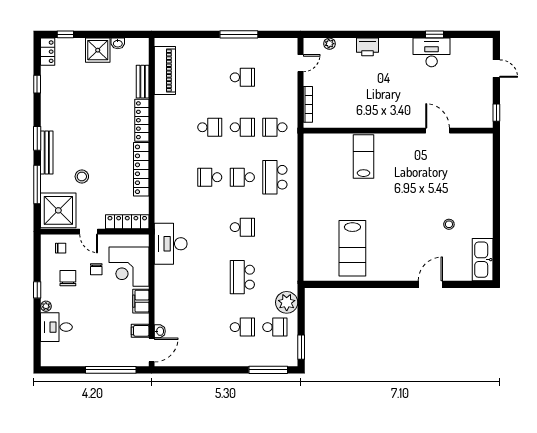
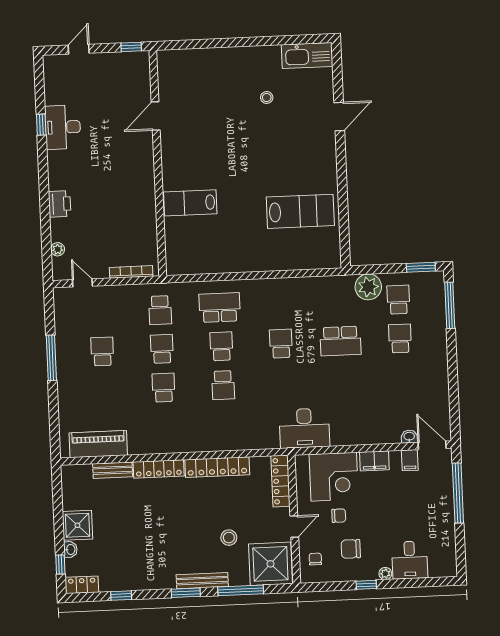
washbasin: (118, 43) -> (70, 549), moved
school desk: (242, 177) -> (221, 346), turned 180
school desk: (275, 177) -> (220, 307), turned 180
door: (430, 284) -> (339, 117), swing flipped

